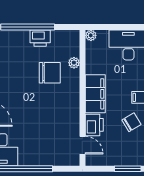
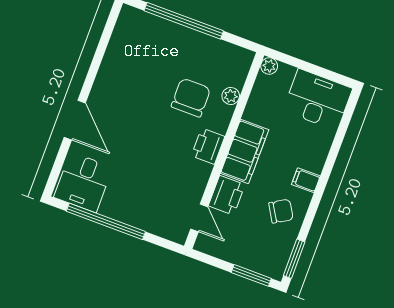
printer: (40, 38) -> (208, 146), moved, turned 90
chair: (50, 73) -> (191, 98), turned -90

